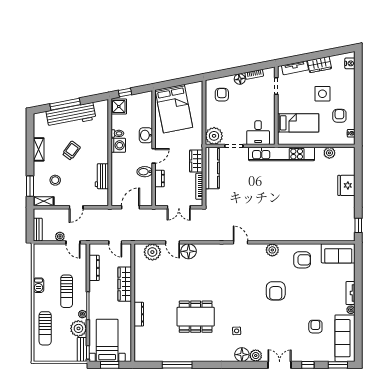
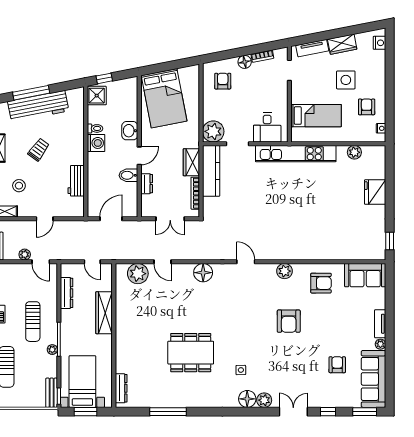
floor lamp: (189, 251) -> (203, 273), moved
dresser: (139, 314) -> (121, 388), moved
plant: (78, 328) -> (47, 367), removed

